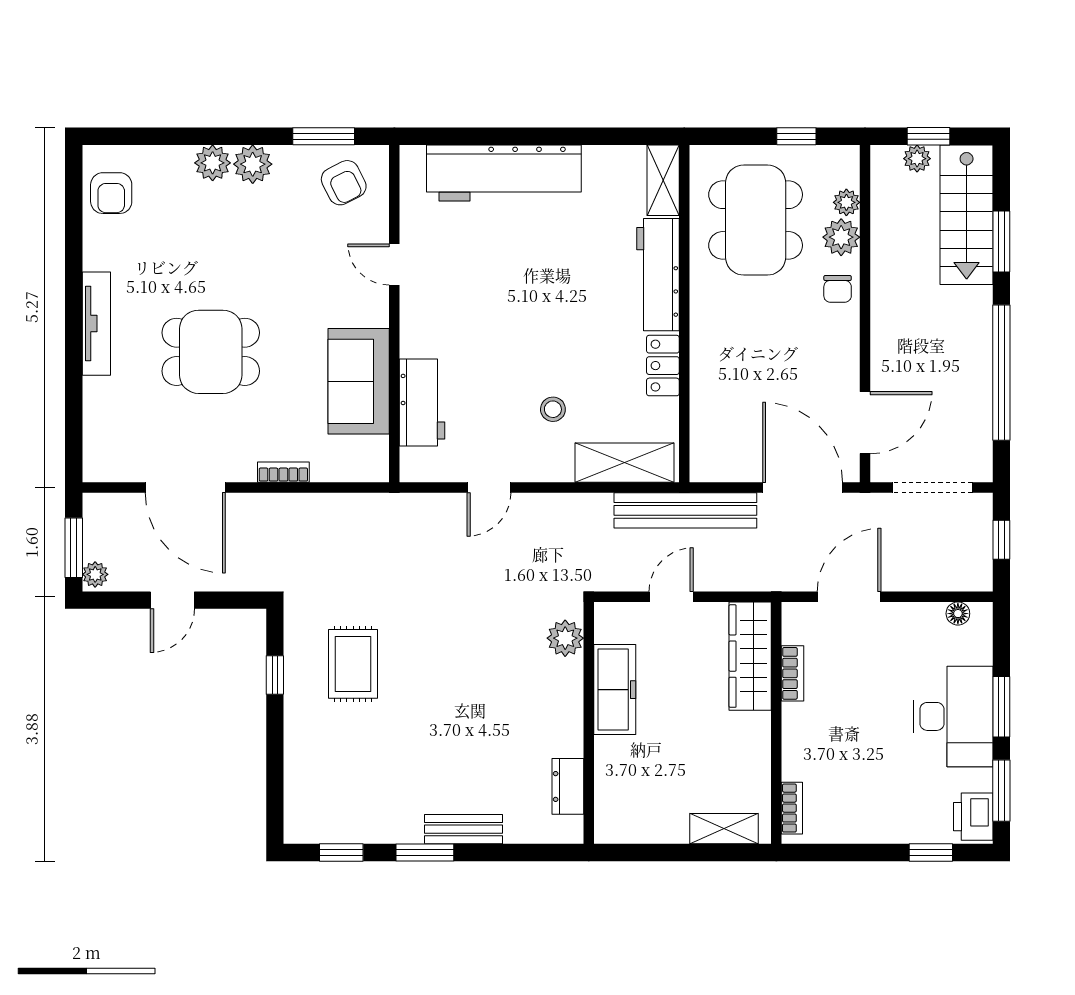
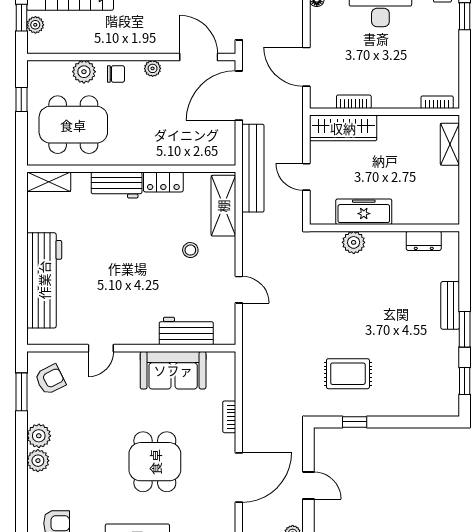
plant: (846, 202) -> (153, 68), moved
workbench: (658, 275) -> (117, 185), width x0.73
plant: (565, 638) -> (354, 242), moved

